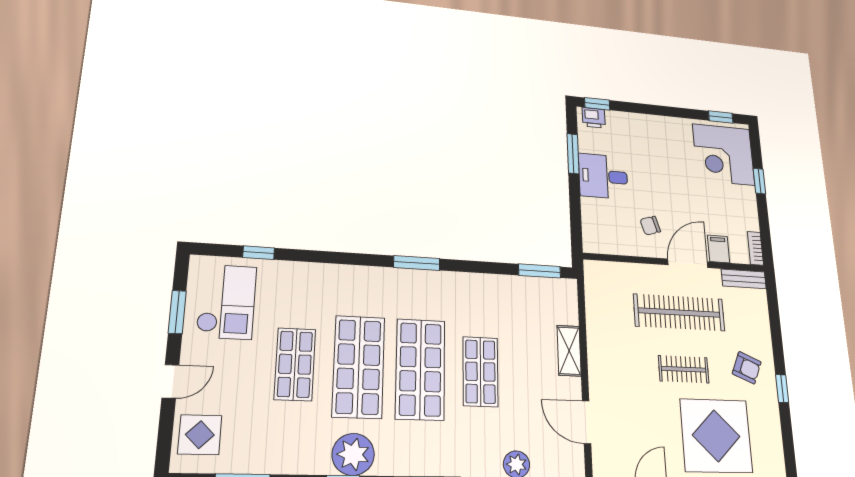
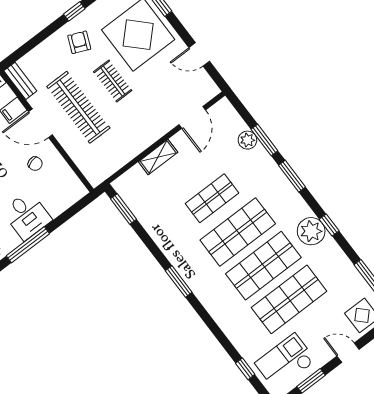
window: (573, 154) -> (28, 245), width x1.44
shop shelf: (295, 364) -> (289, 299), width x1.43, depth x1.36

